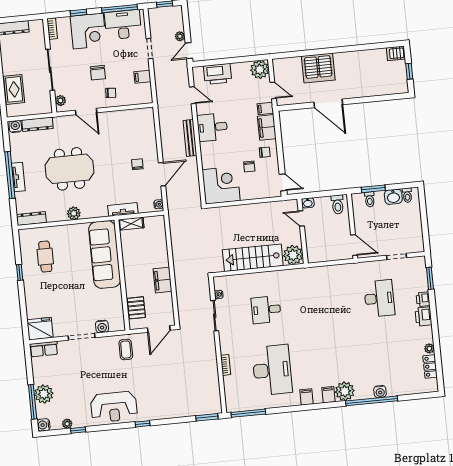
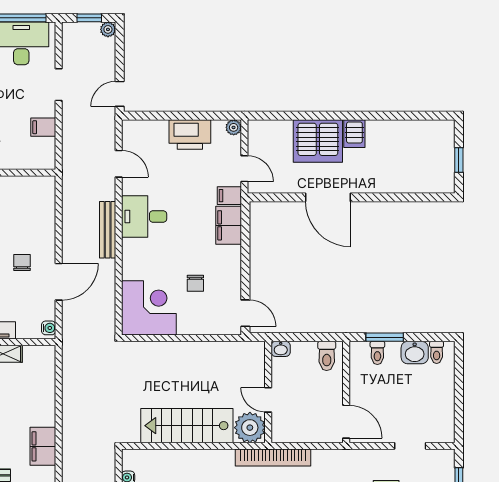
plant: (180, 36) -> (108, 29), moved
server rack: (396, 53) -> (354, 134), moved, turned -90
plant: (260, 69) -> (234, 127), width x0.53, depth x0.53
printer: (218, 74) -> (190, 135), moved
chair: (265, 152) -> (222, 263), removed
door: (301, 218) -> (268, 400), moved
bookcase: (310, 273) -> (273, 457), added

